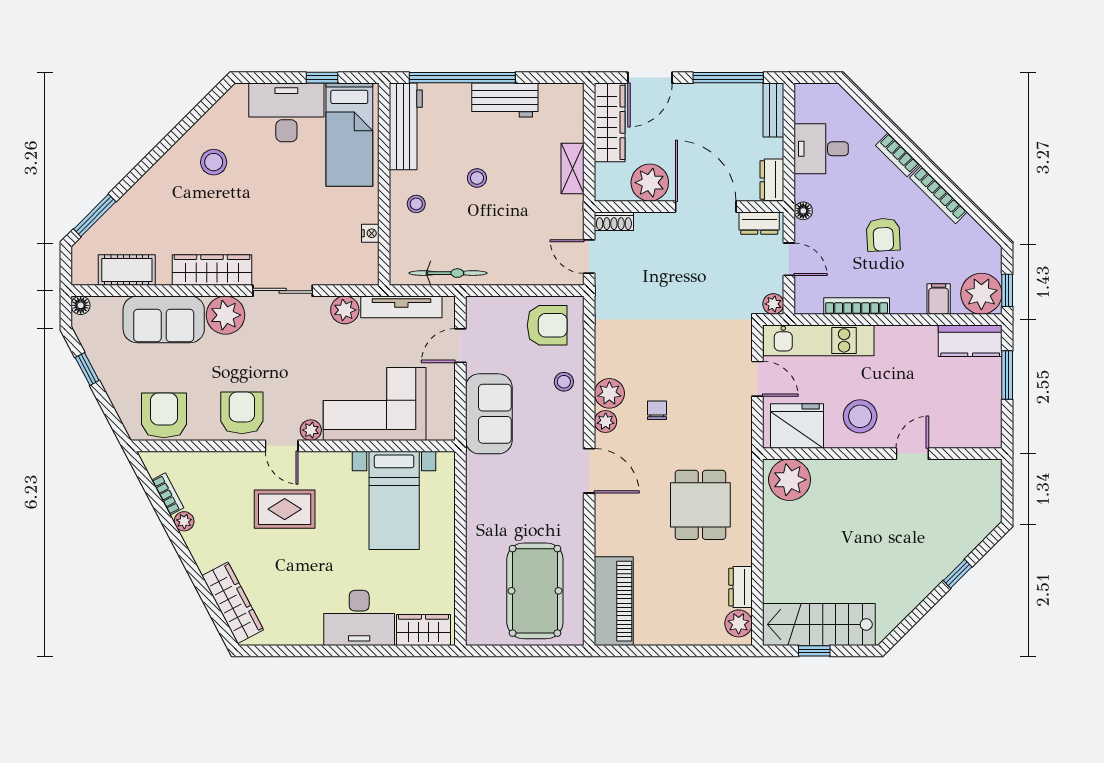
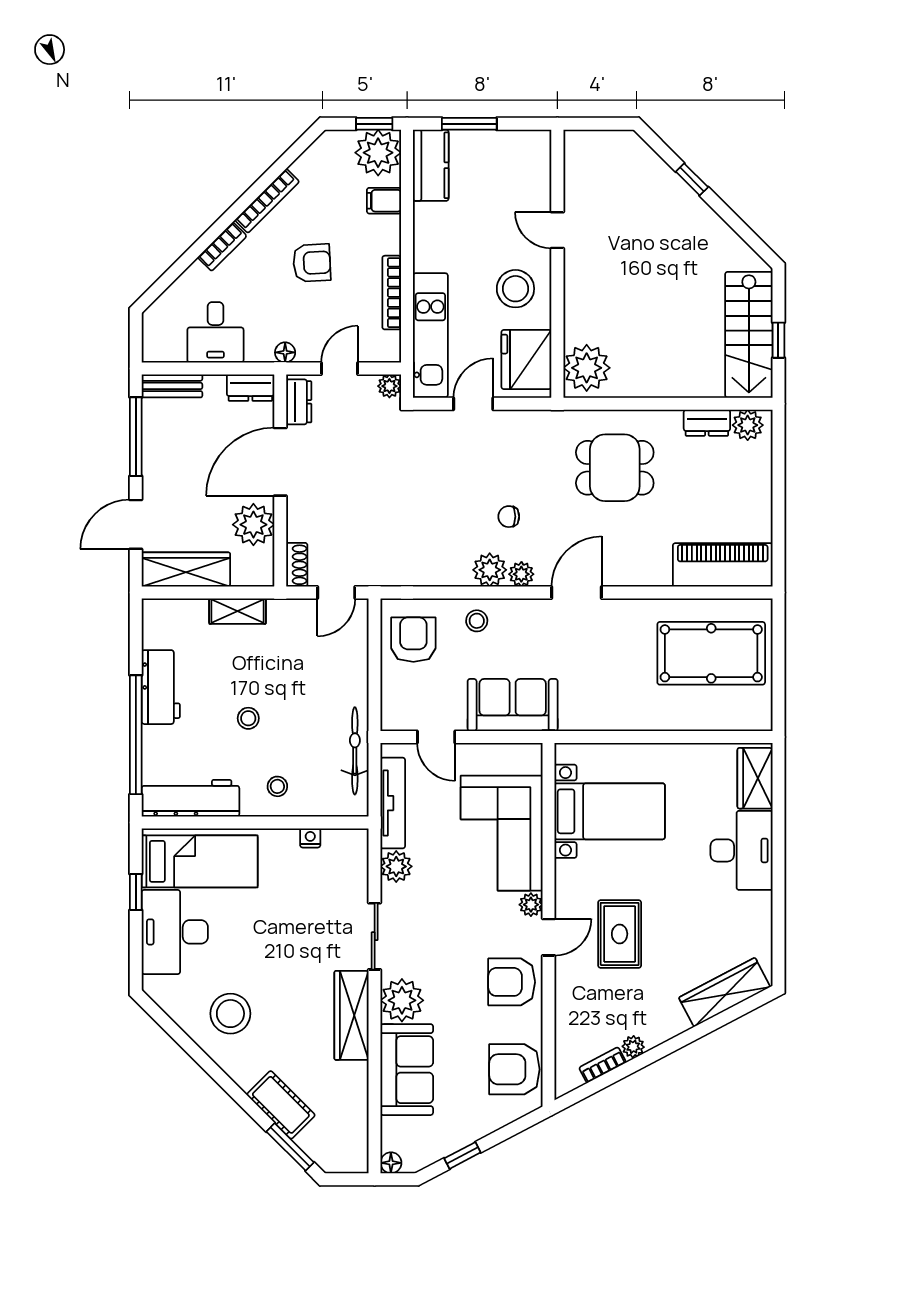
door: (650, 78) -> (136, 524), swing flipped
stool: (214, 162) -> (230, 1014), width x1.38, depth x1.38
cot: (127, 270) -> (281, 1105), moved, turned -45

